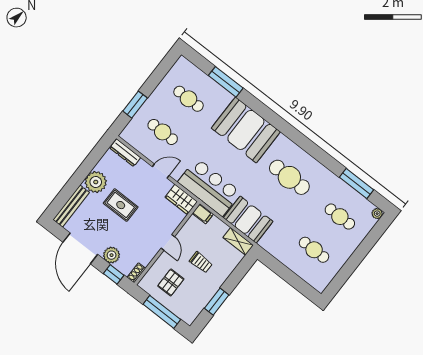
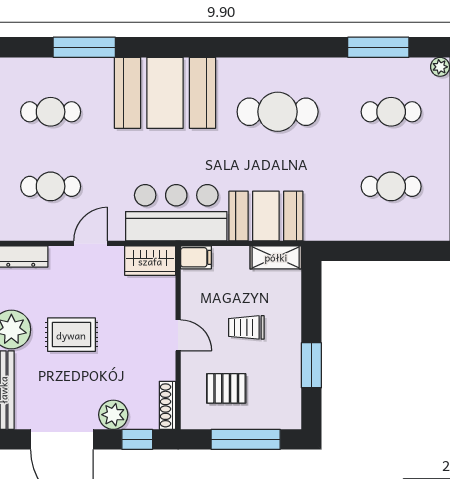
trolley: (201, 262) -> (246, 327), turned 180
shoe rack: (136, 273) -> (167, 405), width x1.43
pallet: (171, 282) -> (226, 388), turned 90

